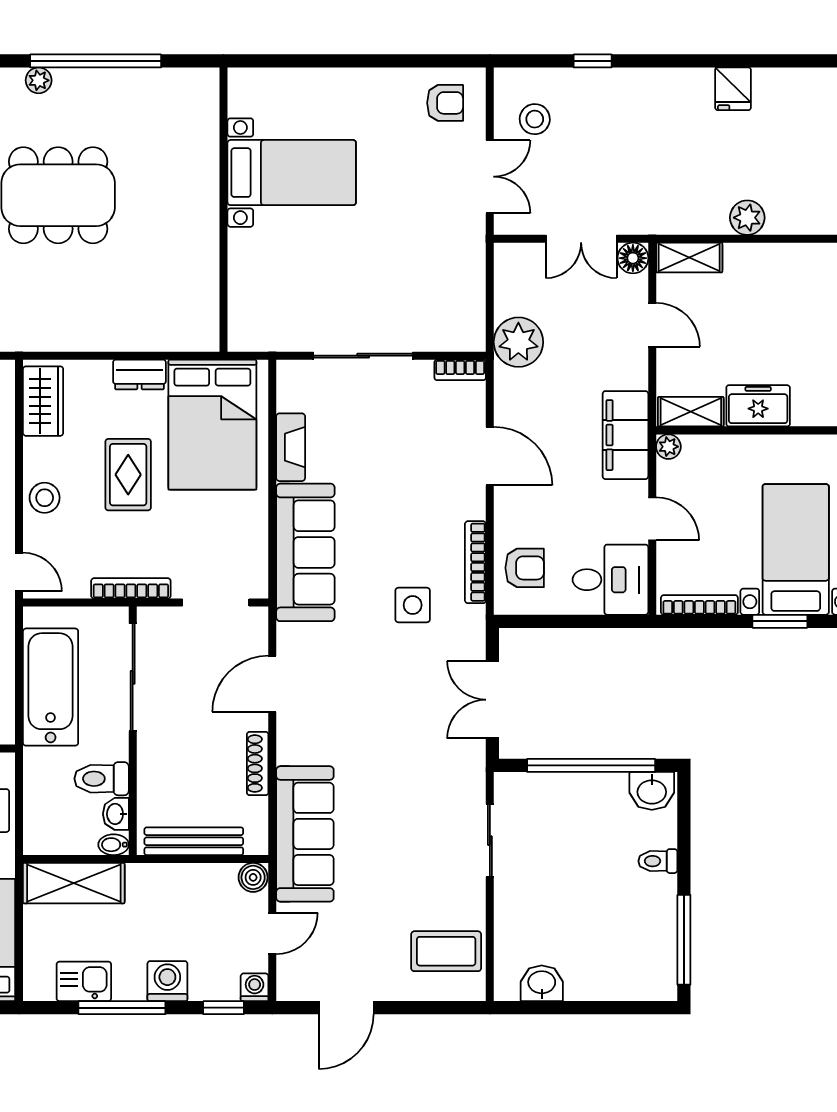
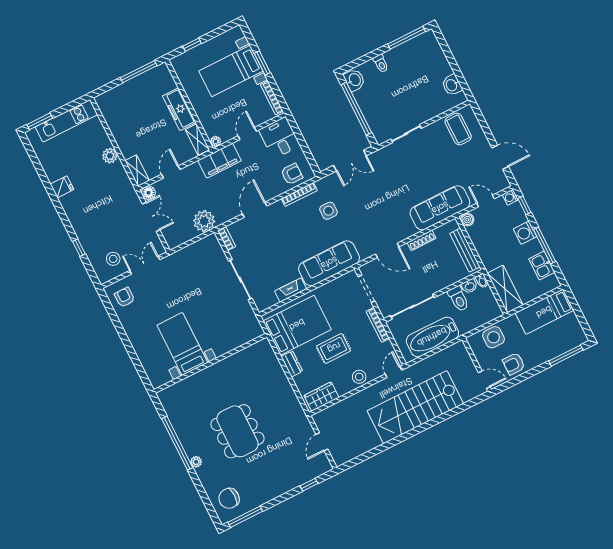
freezer: (758, 406) -> (179, 109), width x1.40
armchair: (525, 568) -> (292, 174), turned 90

